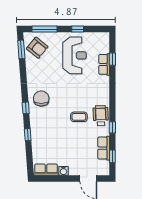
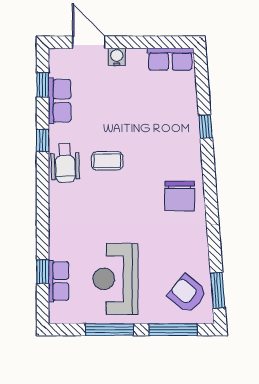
window: (78, 29) -> (110, 330), width x2.17
row of seats: (104, 64) -> (59, 281), moved
window: (26, 108) -> (209, 178), removed
water cooler: (63, 171) -> (117, 57), moved

